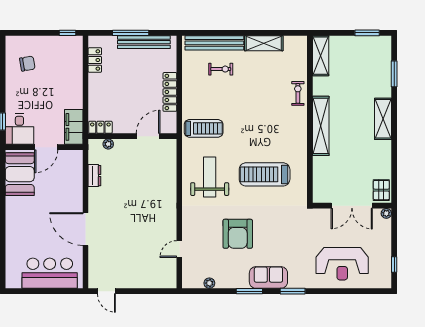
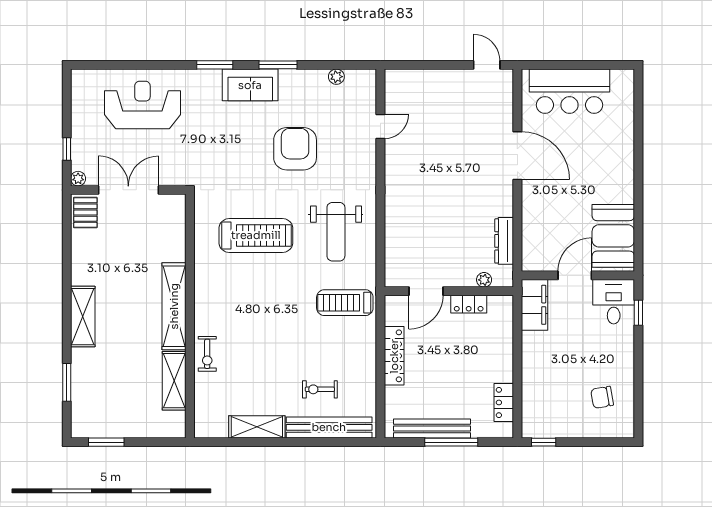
shelving: (321, 56) -> (174, 381), moved
locker: (100, 127) -> (469, 304), moved
dresser: (94, 176) -> (504, 241), width x1.44
window: (394, 265) -> (67, 149), moved

